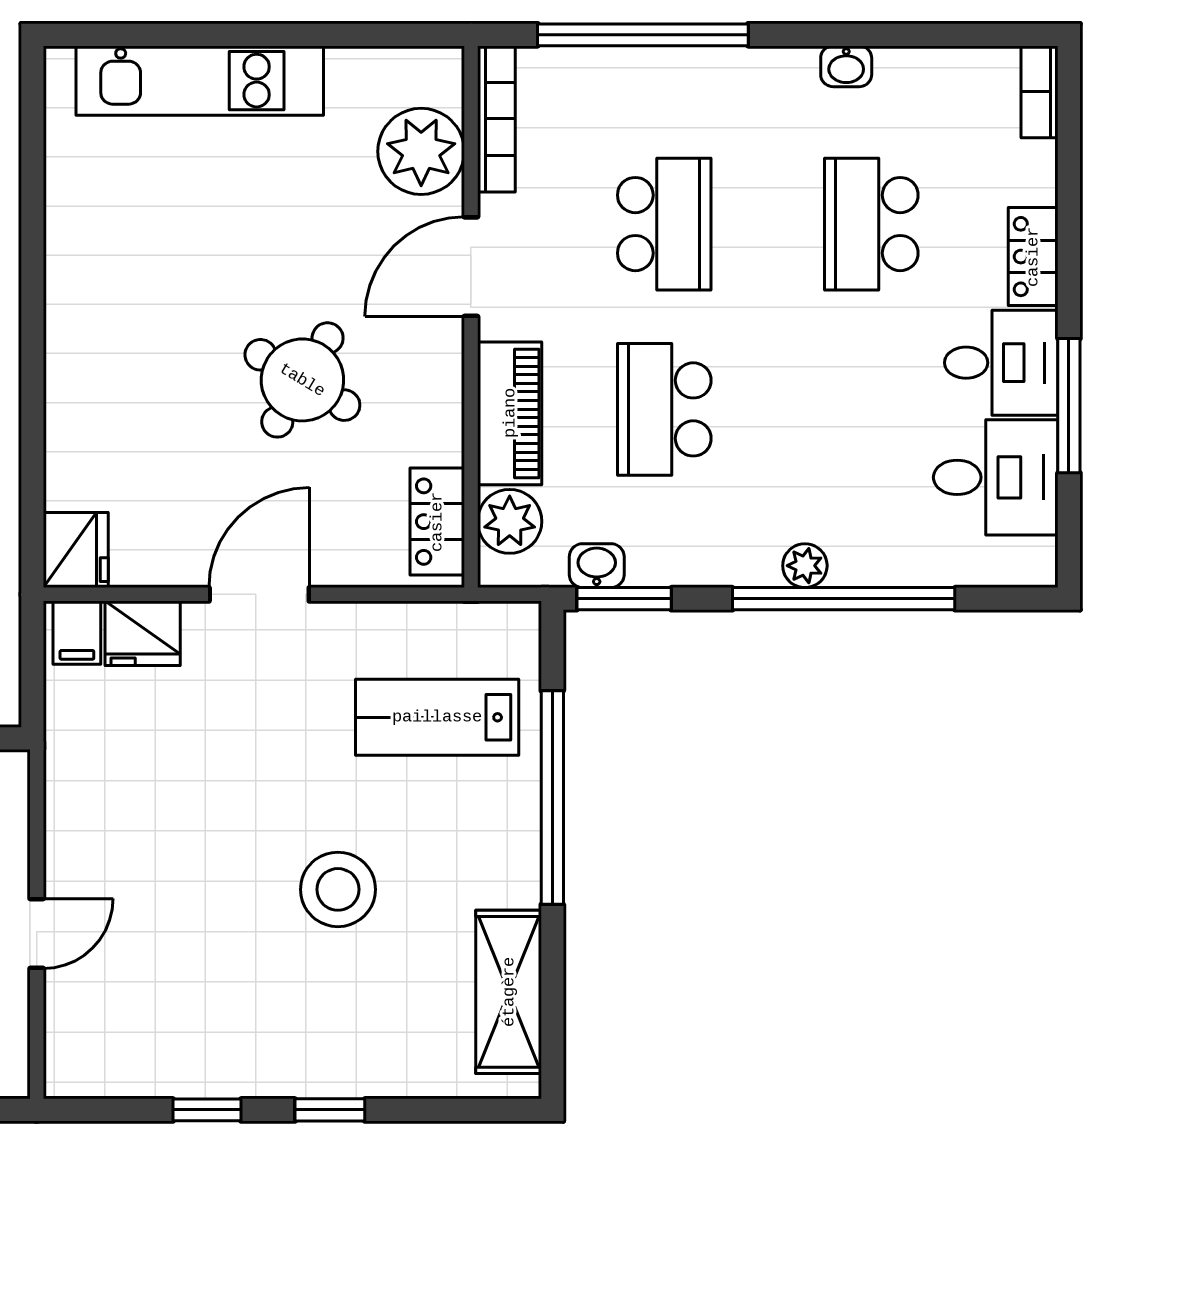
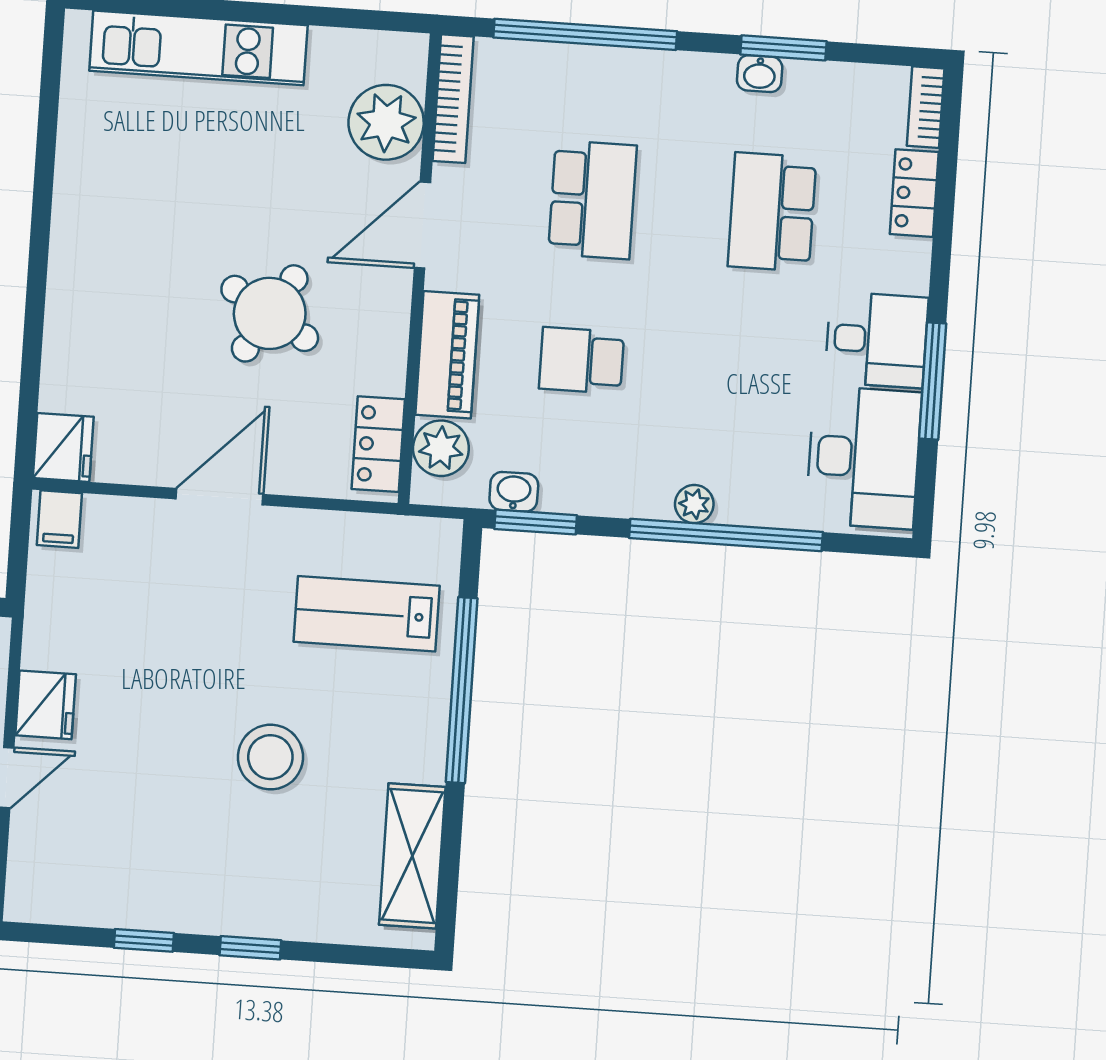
window: (872, 35) -> (783, 48), added
locker: (1033, 257) -> (914, 193), moved
school desk: (664, 409) -> (582, 360), width x0.54
desk: (996, 477) -> (864, 457), width x1.37
fridge: (143, 633) -> (46, 705), moved, turned -90

